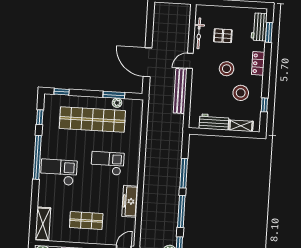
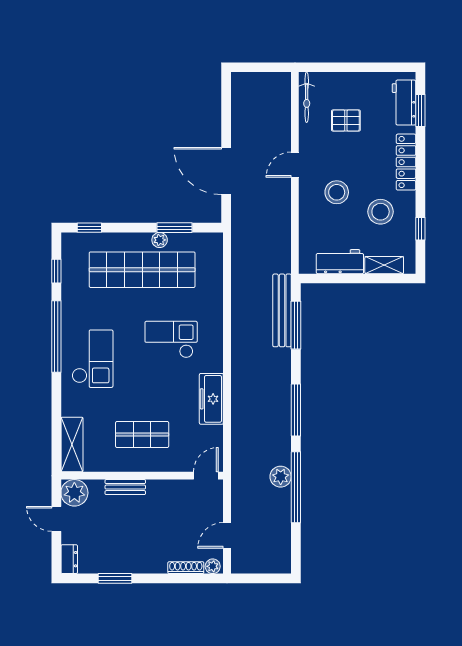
bicycle: (199, 33) -> (307, 97), moved
locker: (258, 63) -> (406, 162), width x1.53
stool: (227, 69) -> (337, 192), moved
bench: (180, 91) -> (282, 310), moved
plant: (117, 103) -> (160, 240), moved
checkout: (59, 172) -> (93, 359), turned 90
window: (184, 173) -> (296, 325), moved

